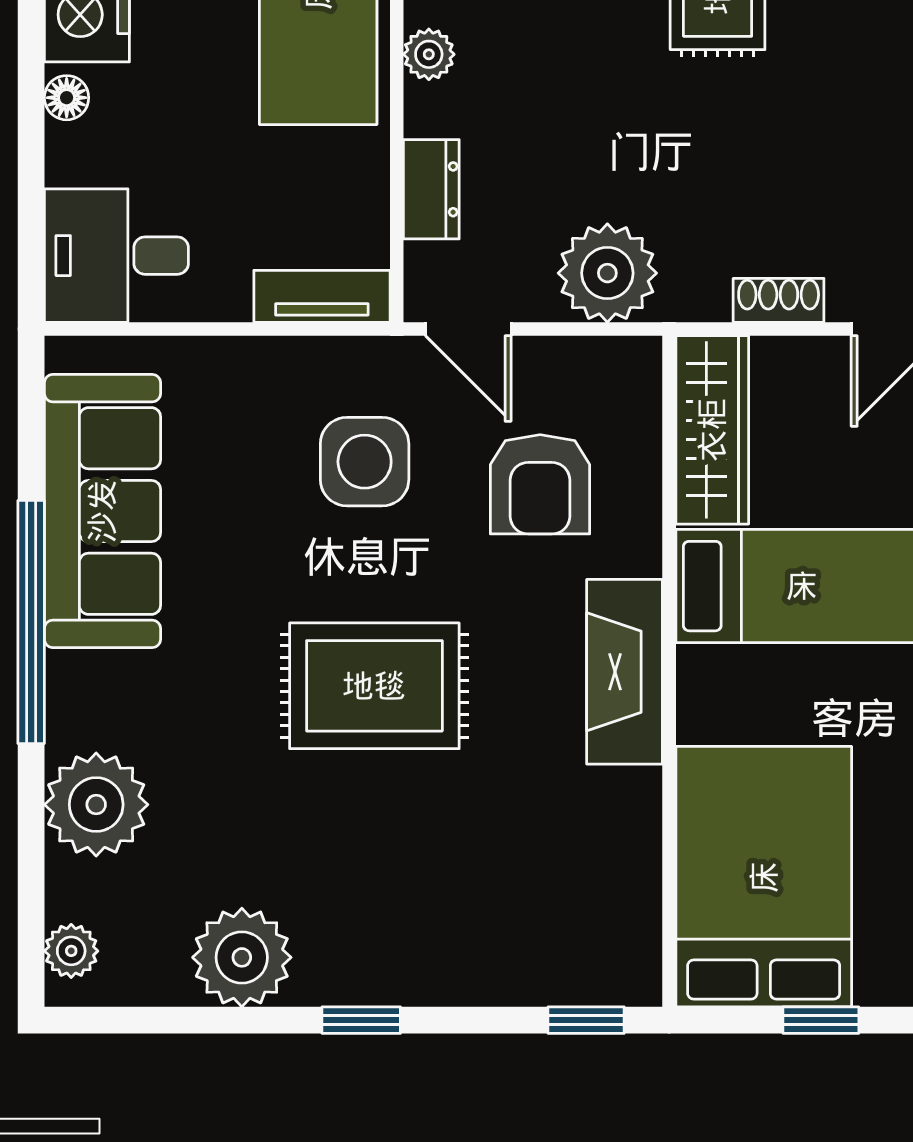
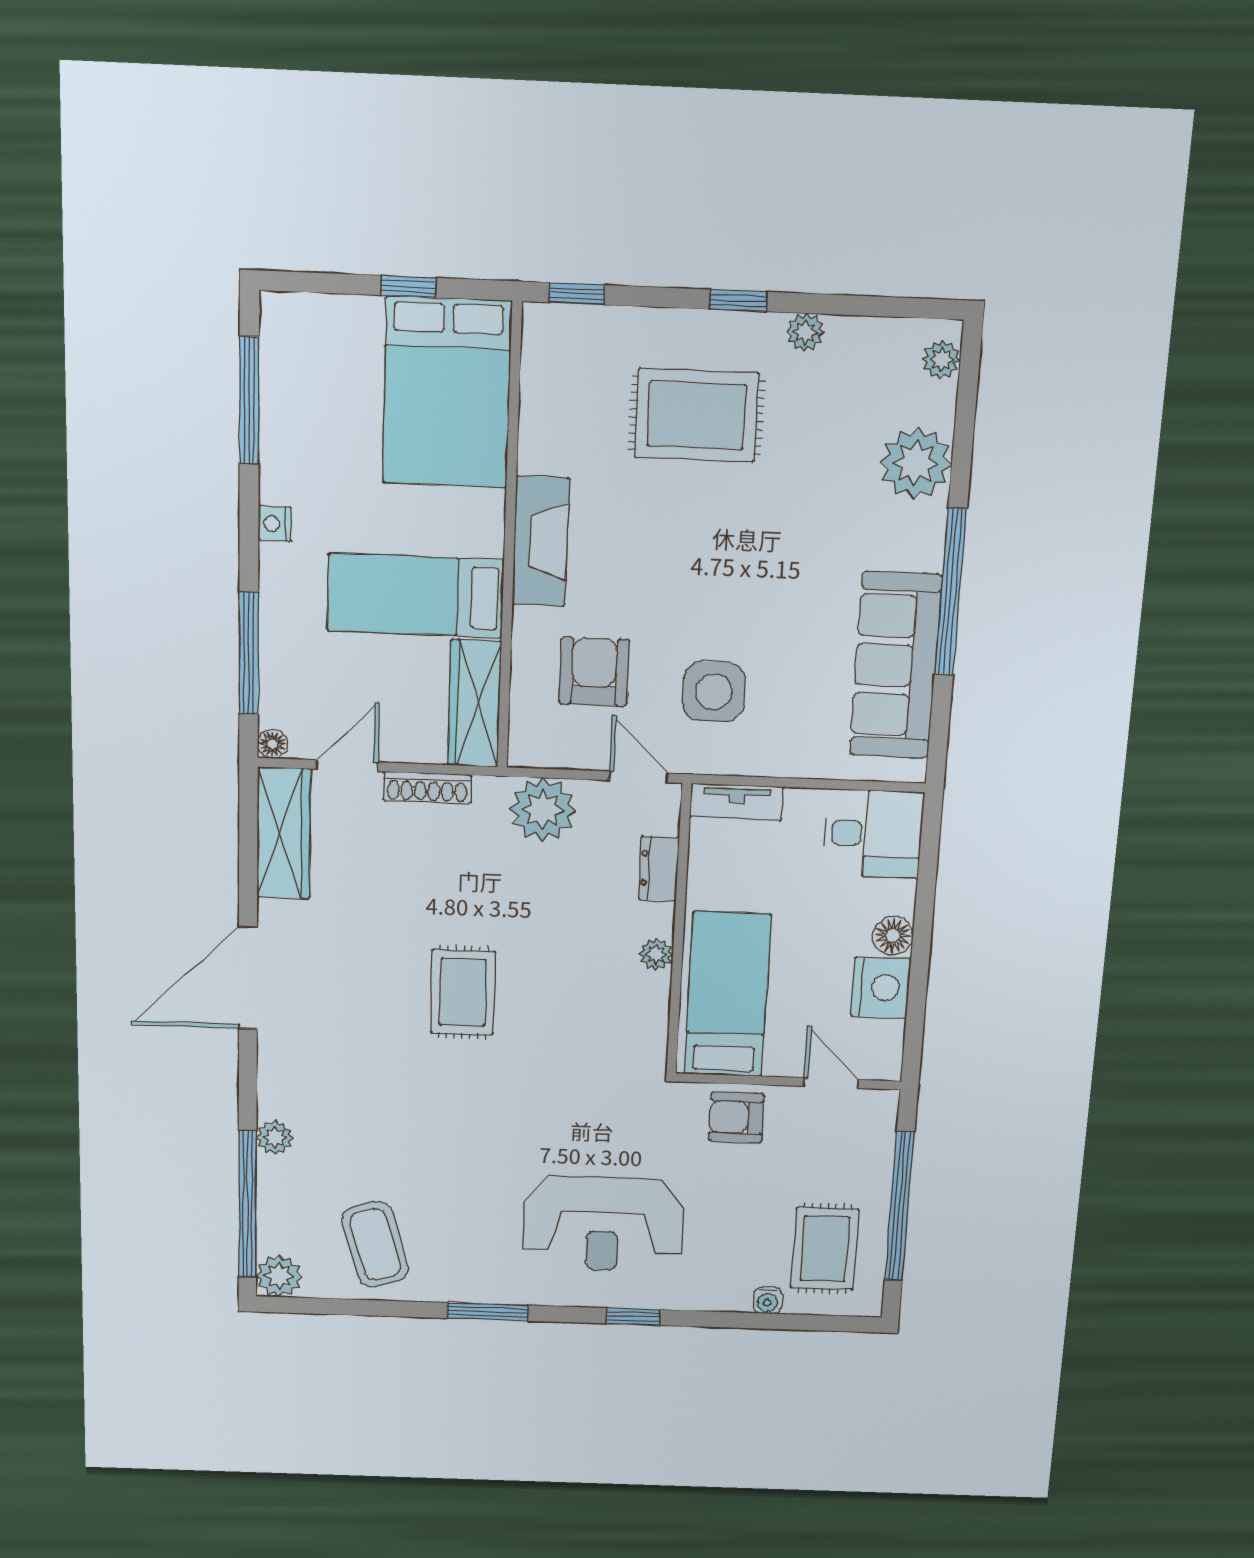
floor lamp: (67, 98) -> (893, 936), width x1.37, depth x1.37
shoe rack: (779, 300) -> (427, 788), width x1.43
rug: (374, 686) -> (697, 415), moved
plant: (242, 957) -> (805, 332), width x0.53, depth x0.53

